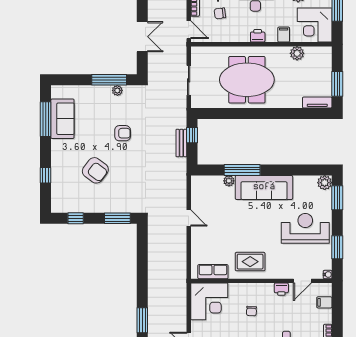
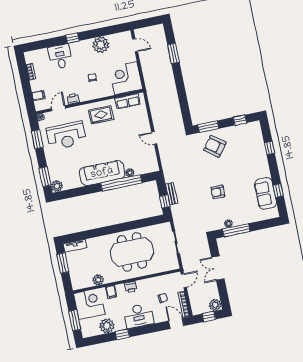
door: (189, 30) -> (184, 281), swing flipped
window: (46, 119) -> (278, 191), width x0.46
armchair: (95, 170) -> (215, 146), moved
window: (242, 170) -> (121, 183), width x1.46
reception desk: (305, 228) -> (66, 136), moved

